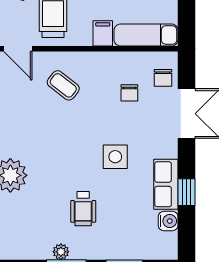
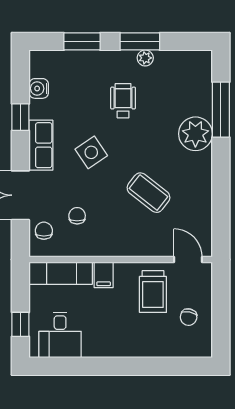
coffee table: (63, 85) -> (148, 193), moved, width x1.36, depth x1.30
side table: (115, 157) -> (91, 152), turned -34
row of seats: (166, 184) -> (41, 145), moved

